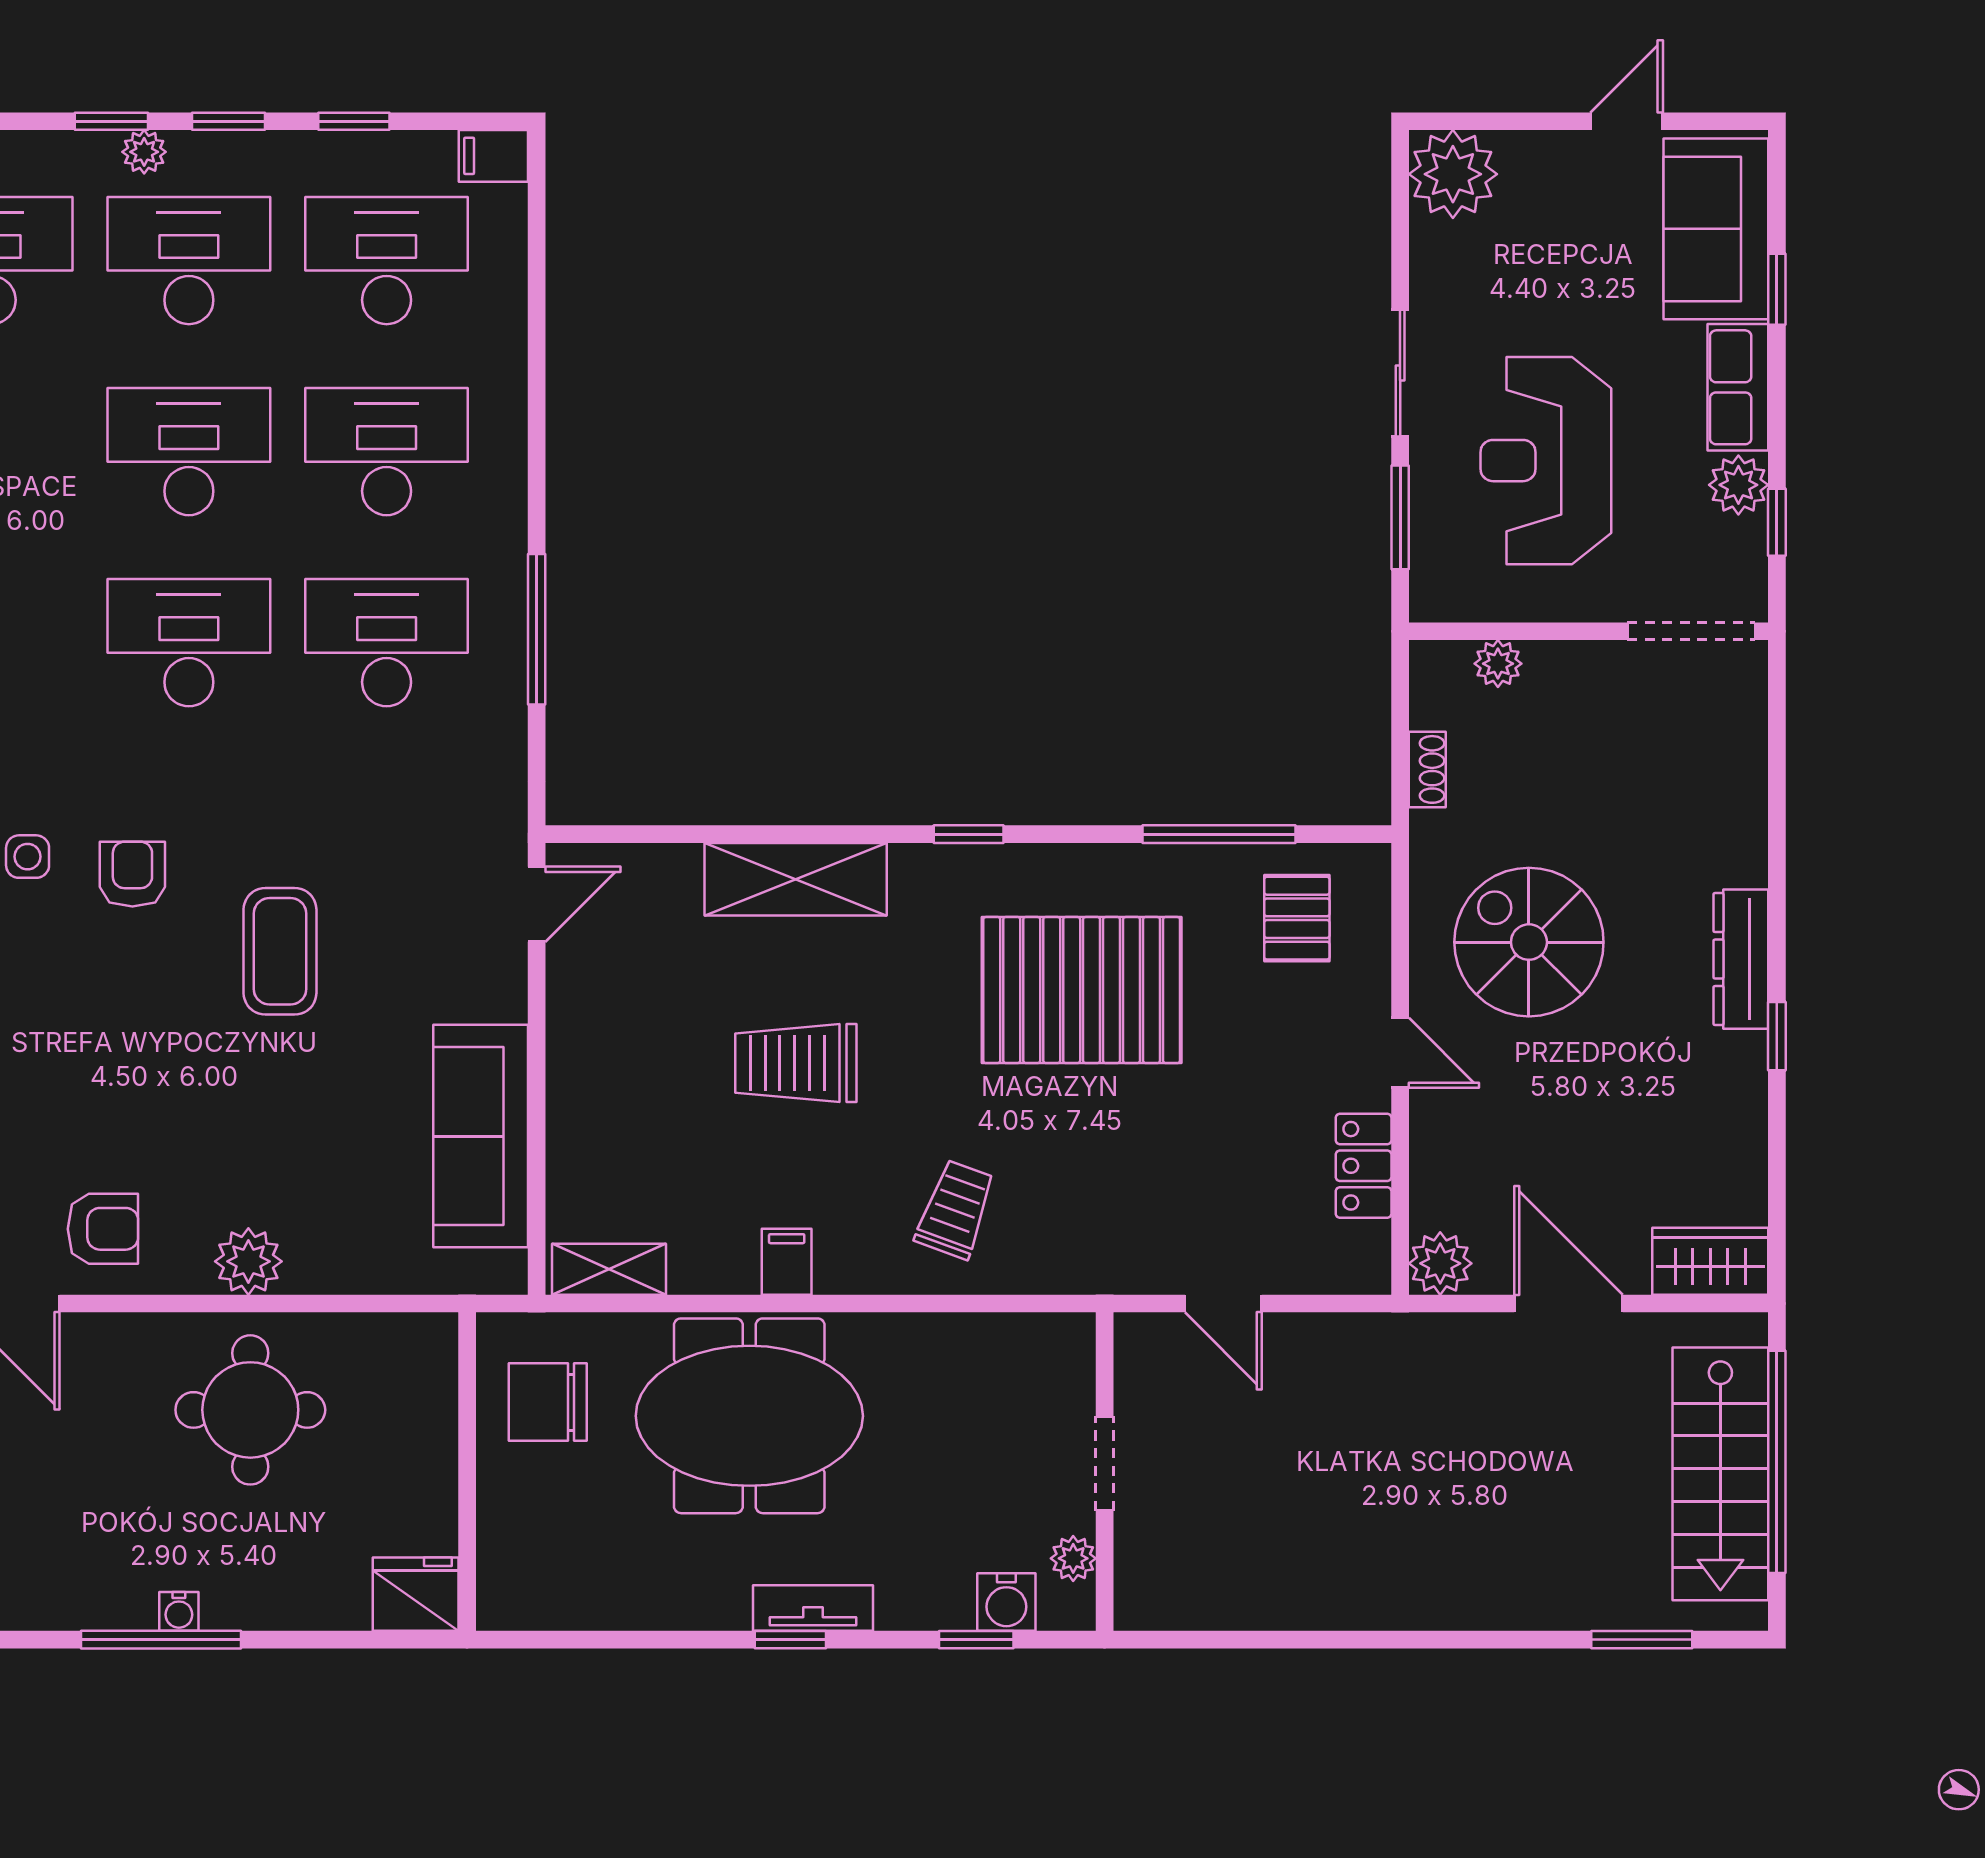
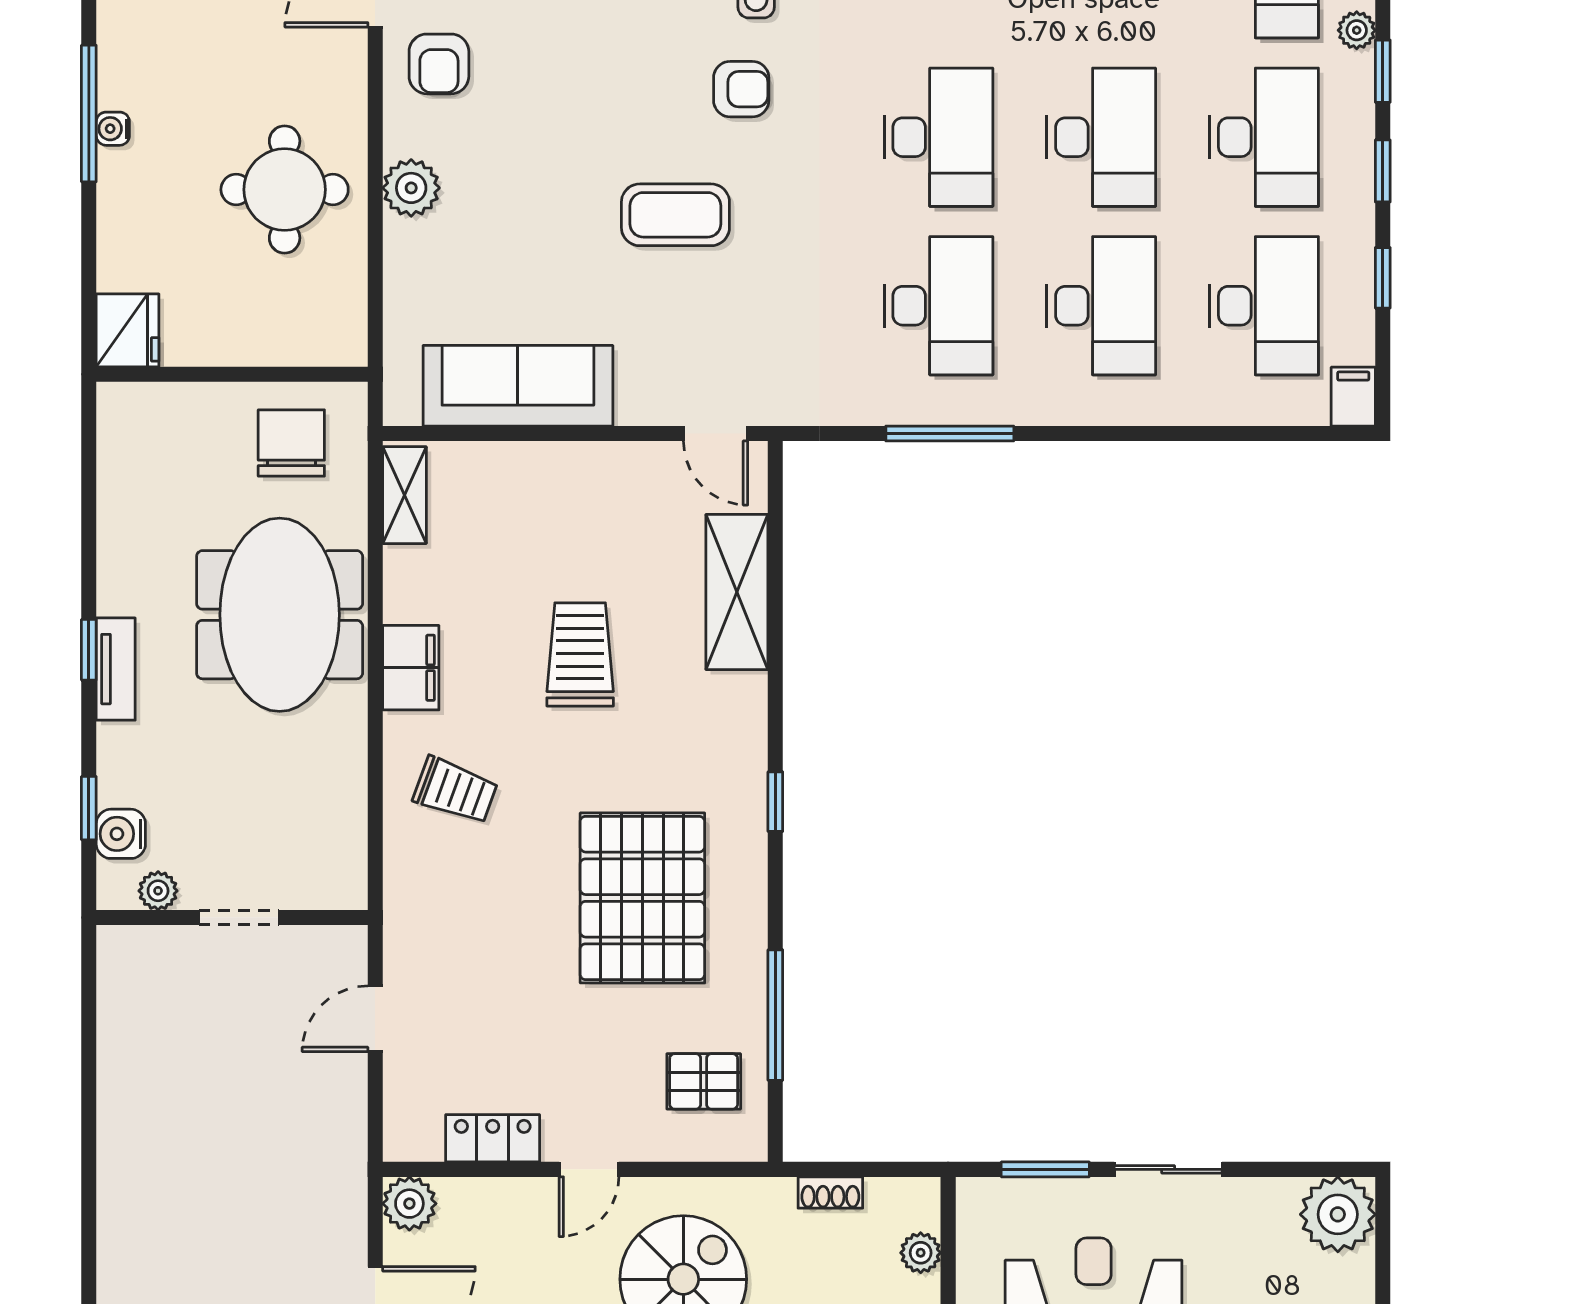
plant: (144, 152) -> (1357, 30), moved
shelving: (796, 879) -> (737, 592), moved
filing cabinet: (787, 1262) -> (411, 668), width x2.00

